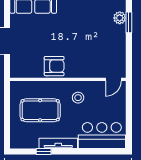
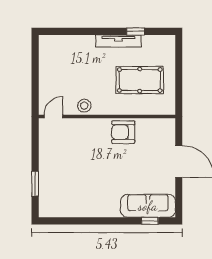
plant: (120, 18) -> (46, 189), removed
stool: (78, 98) -> (84, 106), moved
bar counter: (102, 136) -> (67, 50), removed

